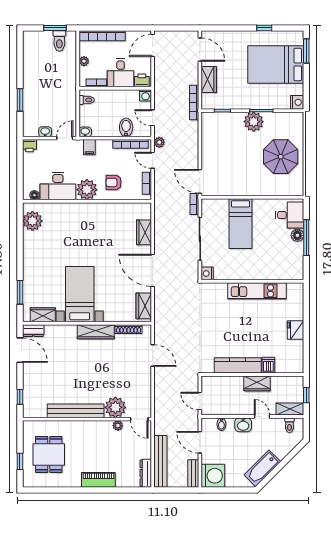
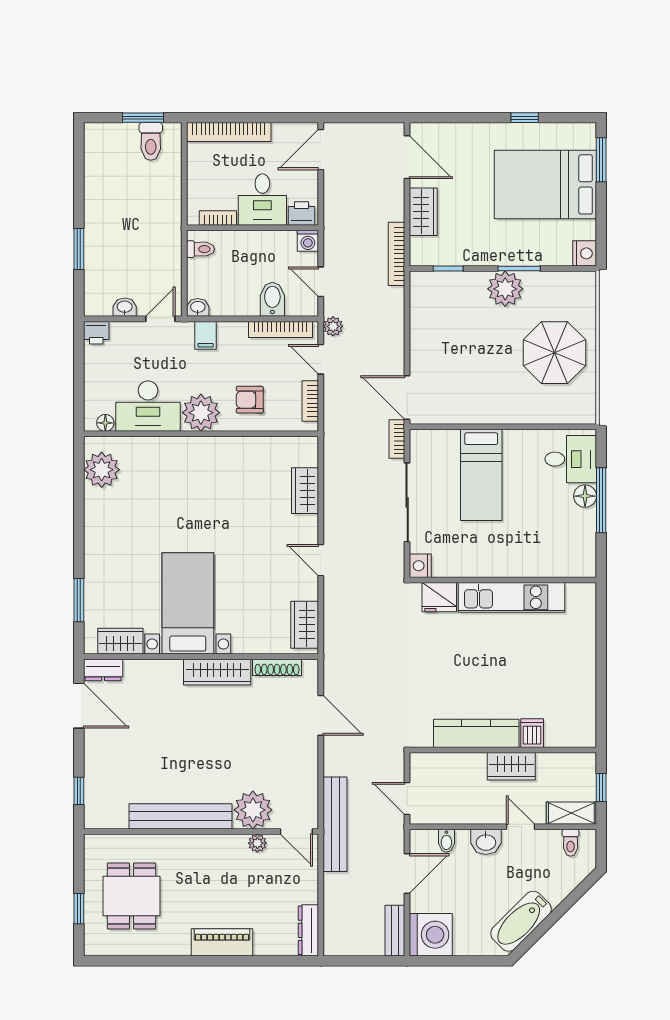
plant: (84, 61) -> (196, 178), removed
door: (153, 270) -> (321, 560), width x0.53
fridge: (296, 330) -> (439, 597), moved, turned -90
door: (200, 442) -> (407, 874), swing flipped
bench: (160, 461) -> (335, 824), moved

